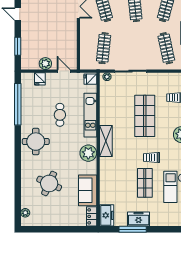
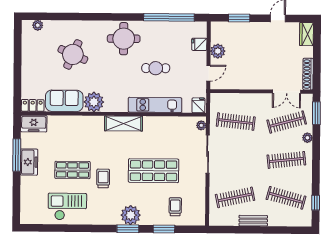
plant: (88, 153) -> (94, 102), moved

